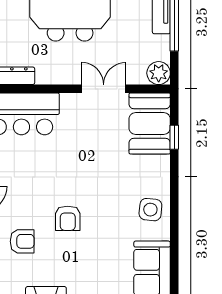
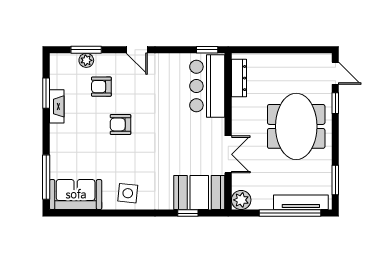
armchair: (22, 241) -> (101, 87), turned 90

